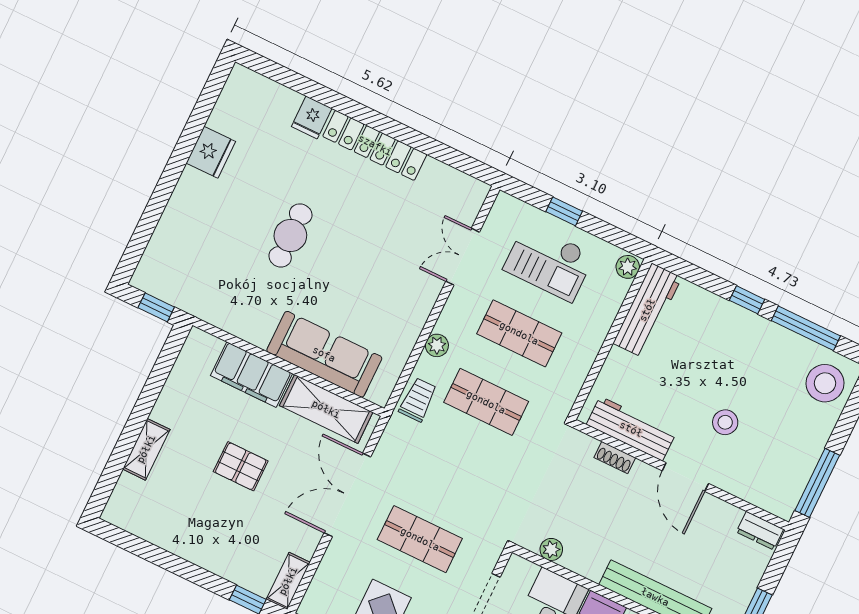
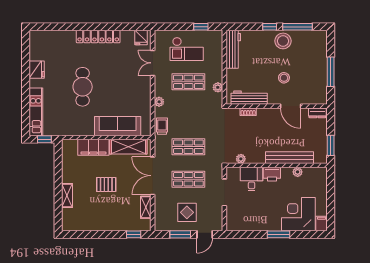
fridge: (312, 117) -> (141, 38), moved
window: (564, 211) -> (201, 27), moved
cafe table: (290, 235) -> (83, 87), width x1.37, depth x1.35
kitchen unit: (166, 241) -> (36, 112), added
plant: (628, 267) -> (218, 87), moved
stool: (825, 383) -> (283, 41), moved
shop shelf: (486, 402) -> (188, 147), moved
door: (685, 477) -> (291, 106), moved
window: (817, 483) -> (331, 72), moved
shelving: (288, 581) -> (146, 207), moved

